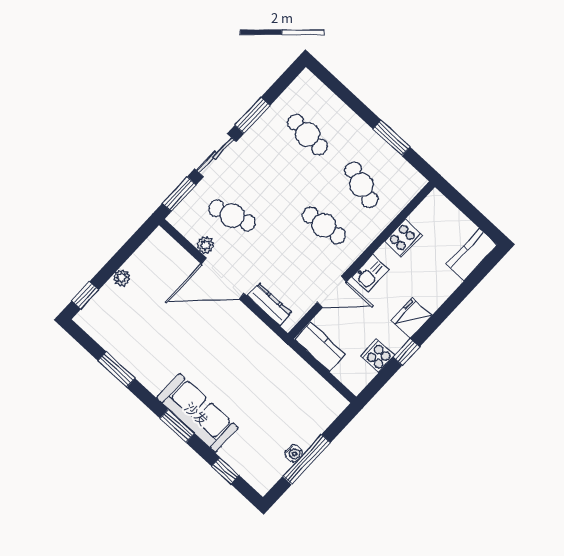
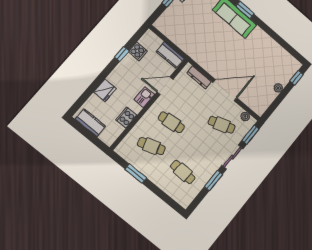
cafe table: (361, 185) -> (151, 146), turned -36
plant: (205, 245) -> (245, 116), moved
kitchen counter: (472, 254) -> (90, 123), moved, turned -90
fridge: (411, 318) -> (105, 90), moved
window: (116, 369) -> (278, 39), removed

